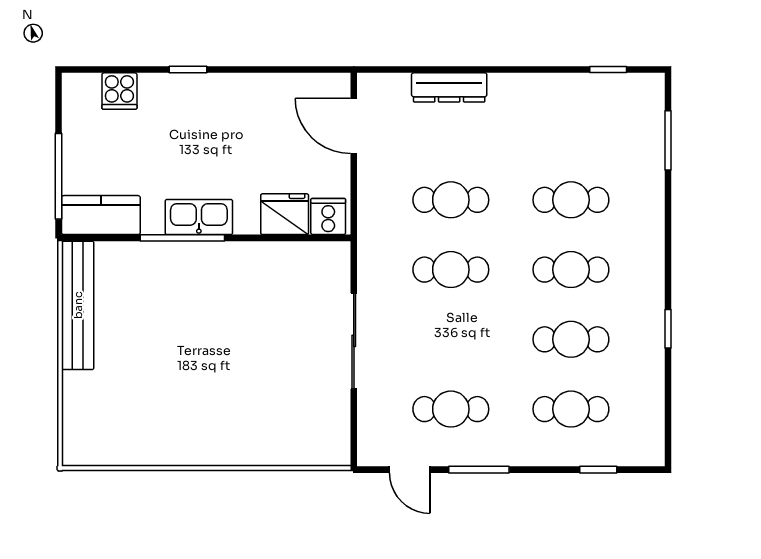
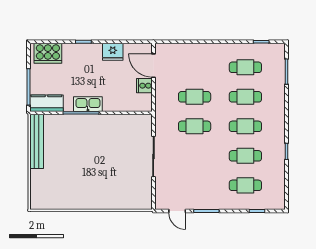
dresser: (449, 87) -> (194, 49), removed
cooker: (119, 91) -> (48, 53), width x1.87, depth x1.31
fridge: (285, 214) -> (113, 52), moved, turned 180
cooker: (328, 216) -> (144, 86), moved, turned -90
cafe table: (451, 409) -> (245, 67), moved

